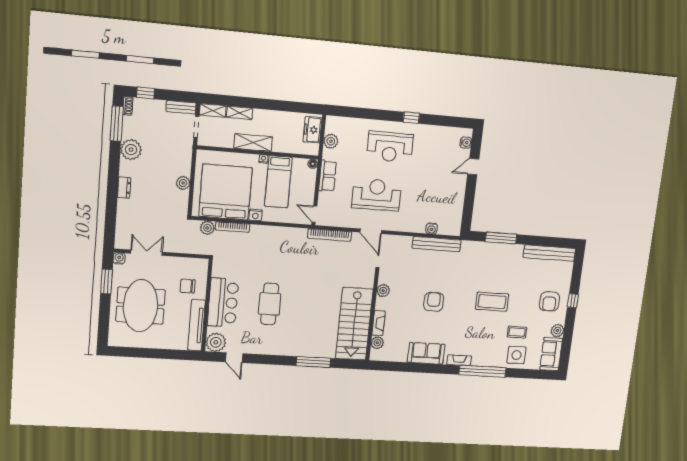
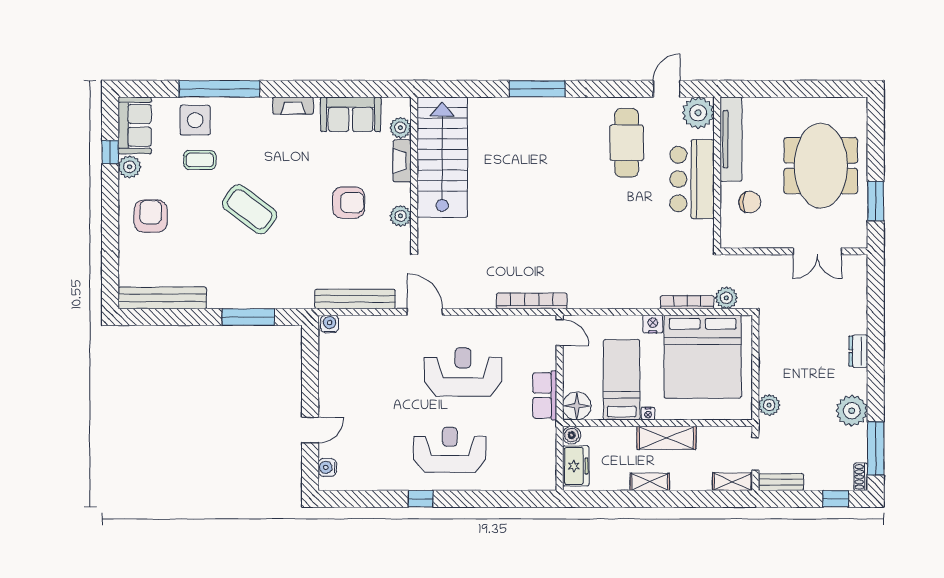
shelving: (240, 113) -> (650, 482), moved
plant: (331, 141) -> (545, 451), removed
boiler: (313, 150) -> (572, 435), added
floor lamp: (313, 164) -> (577, 406), width x1.89, depth x1.89
plant: (183, 183) -> (769, 405), moved
reception desk: (377, 195) -> (463, 372), turned 180
water cooler: (432, 229) -> (330, 324), moved
door: (371, 231) -> (425, 312), moved
water cooler: (119, 258) -> (859, 239), removed
plant: (383, 291) -> (400, 216), moved
window: (573, 301) -> (110, 152), moved
armchair: (434, 302) -> (349, 203), turned -90
coffee table: (492, 302) -> (250, 209), turned 37
cafe table: (270, 304) -> (627, 143), moved
wall: (372, 316) -> (414, 173), moved
fireplace: (379, 323) -> (402, 161), moved
stairs: (354, 324) -> (442, 157), moved
plant: (377, 343) -> (400, 128), moved
door: (234, 358) -> (667, 89), hinge flipped
window: (482, 371) -> (219, 89), moved

